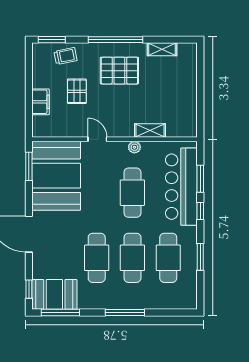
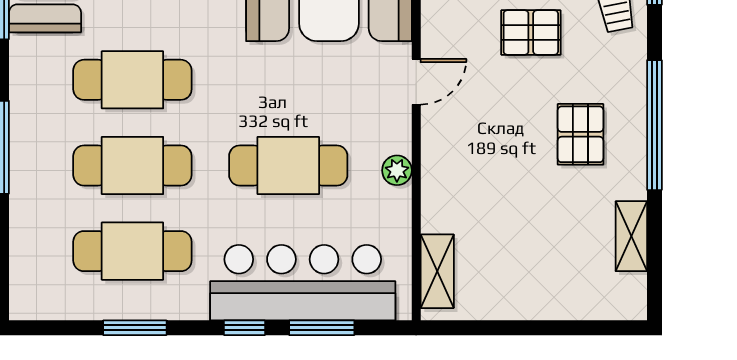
pallet: (119, 71) -> (581, 134), width x0.67, depth x0.71
shelving: (150, 130) -> (437, 271), moved

